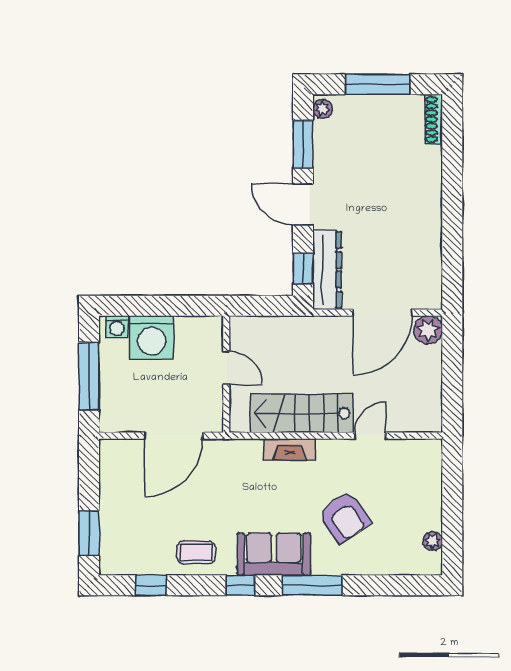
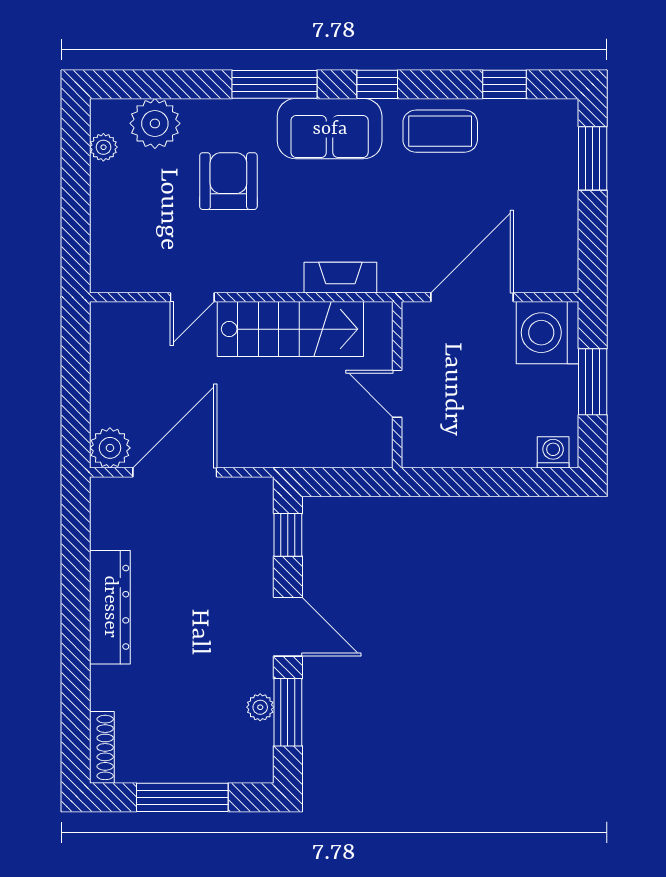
plant: (323, 109) -> (260, 707), moved
dresser: (327, 270) -> (110, 607), moved, turned 180
washing machine: (152, 337) -> (547, 333), moved, turned -90
window: (89, 376) -> (593, 382), width x0.69
fireplace: (290, 450) -> (340, 278), moved
armchair: (345, 517) -> (228, 181), turned 34
coffee table: (196, 552) -> (440, 131), width x1.36, depth x1.30
plant: (396, 558) -> (155, 123), added

